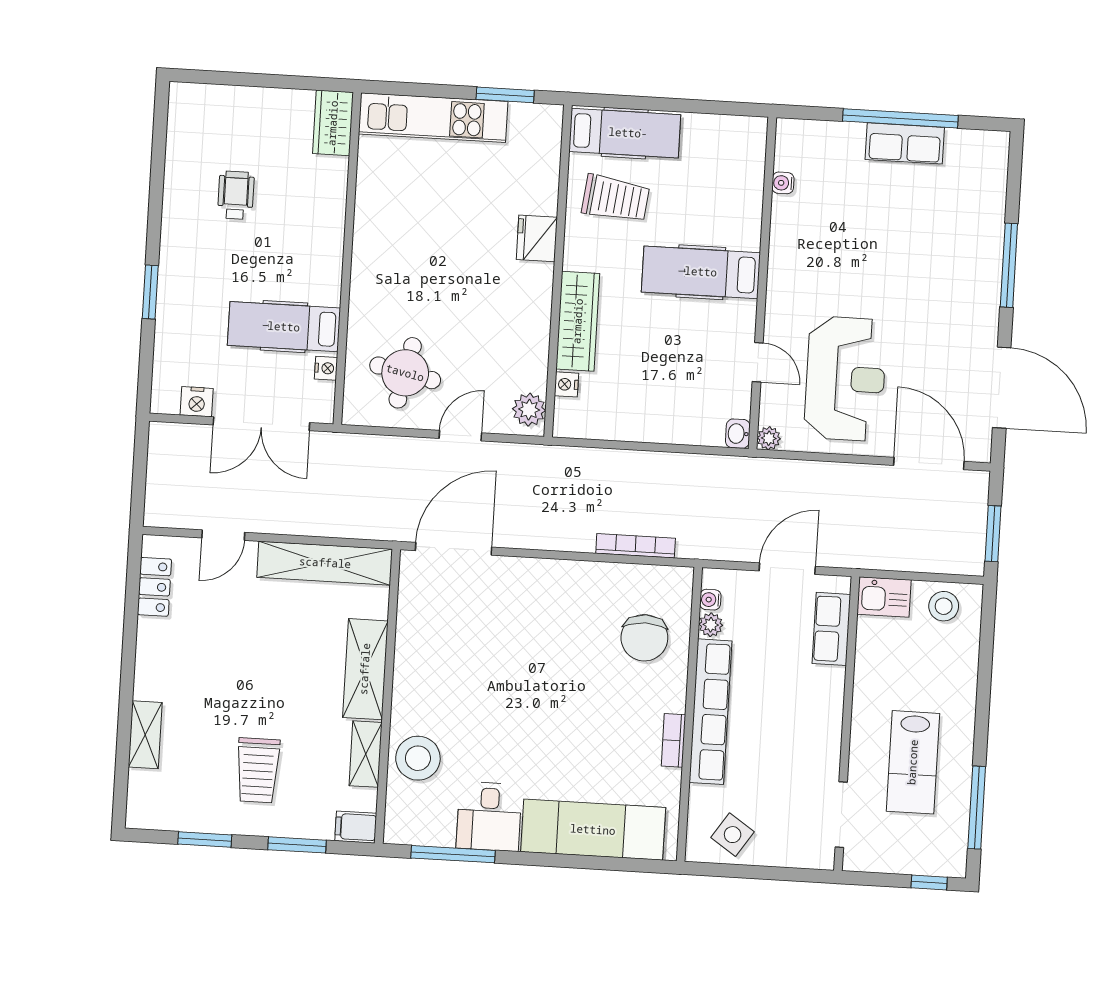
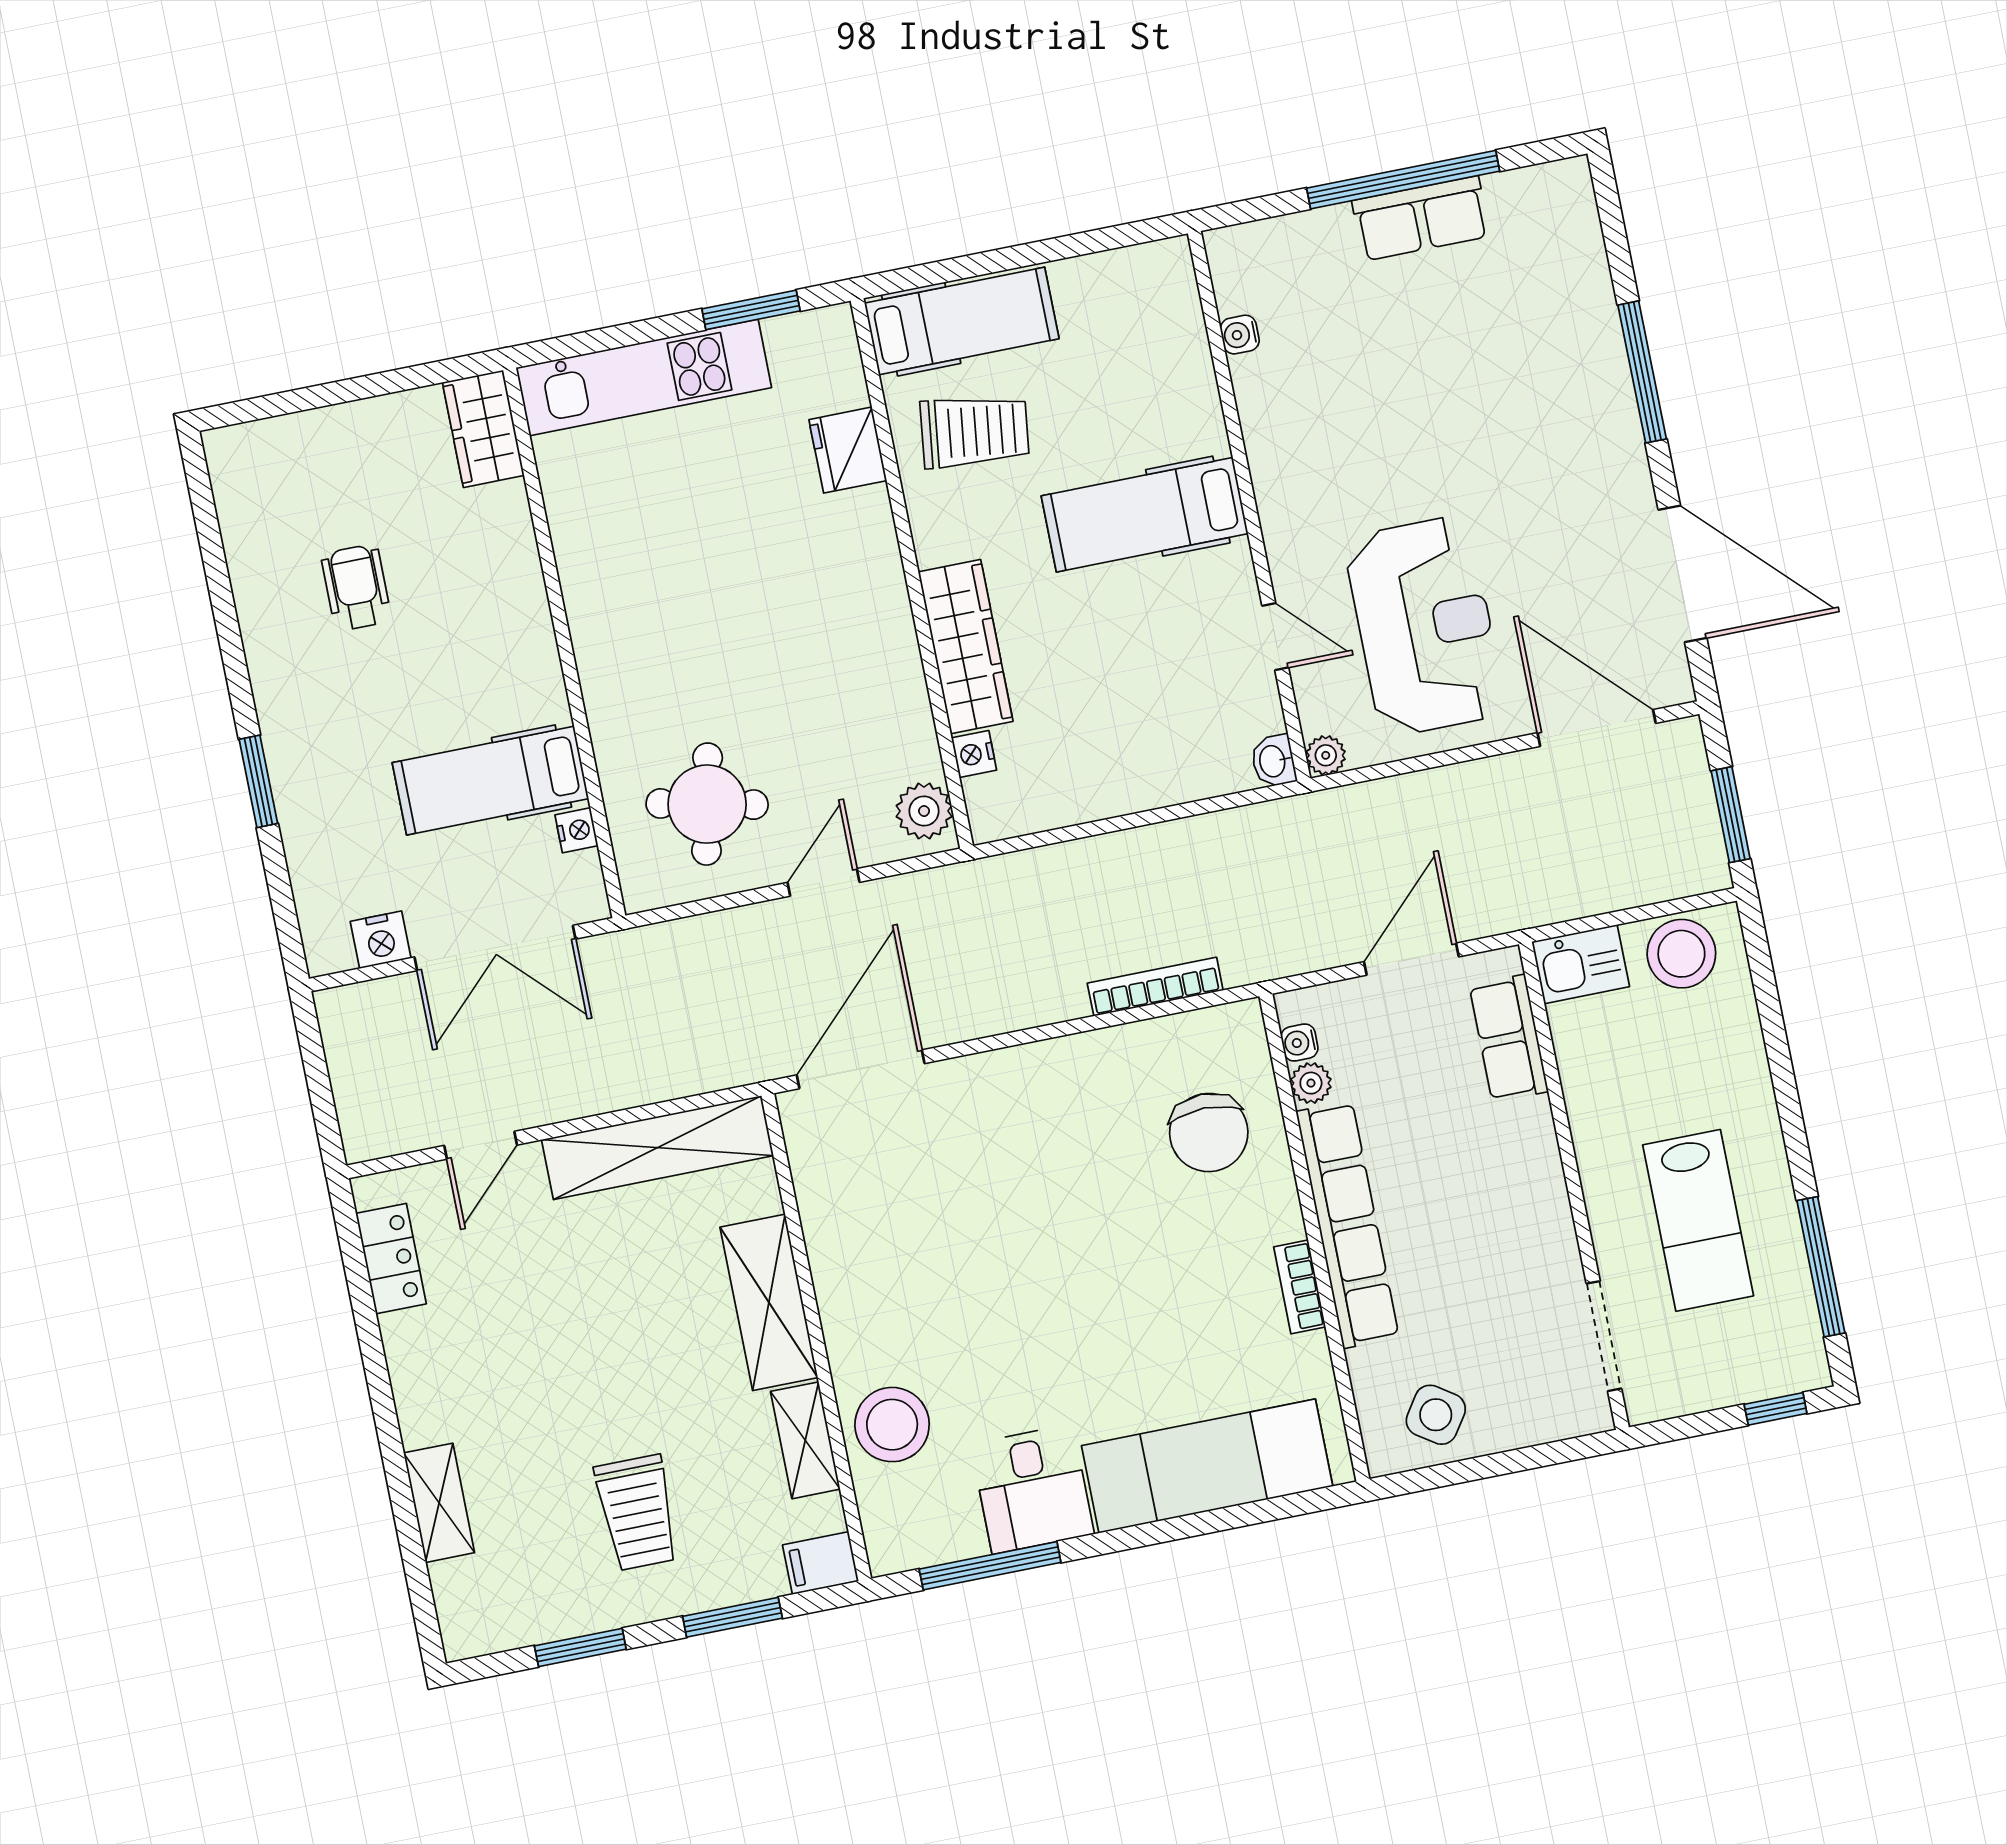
fridge: (537, 238) -> (848, 450), moved
stool: (944, 606) -> (1681, 954), width x1.38, depth x1.38

